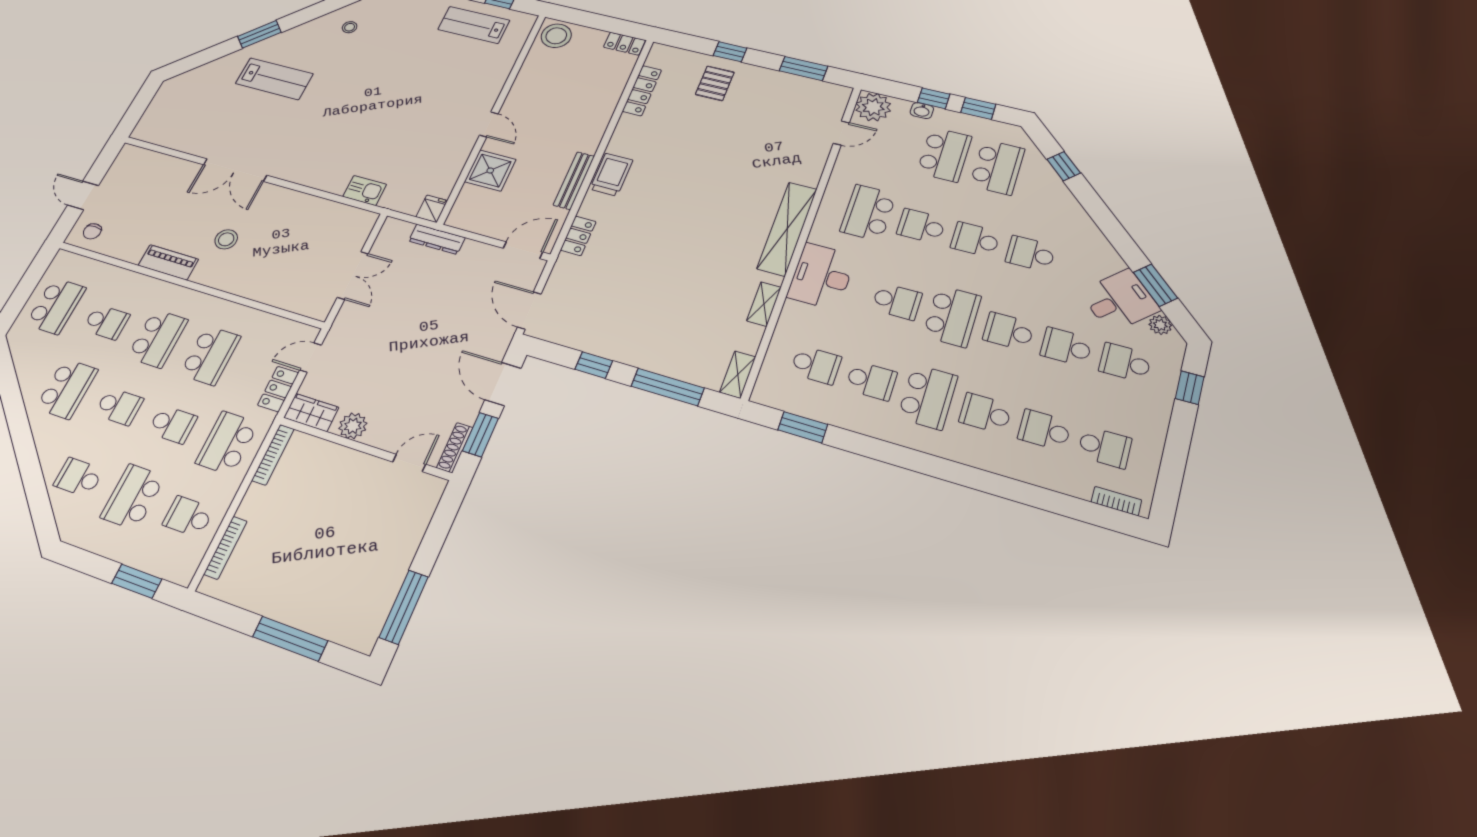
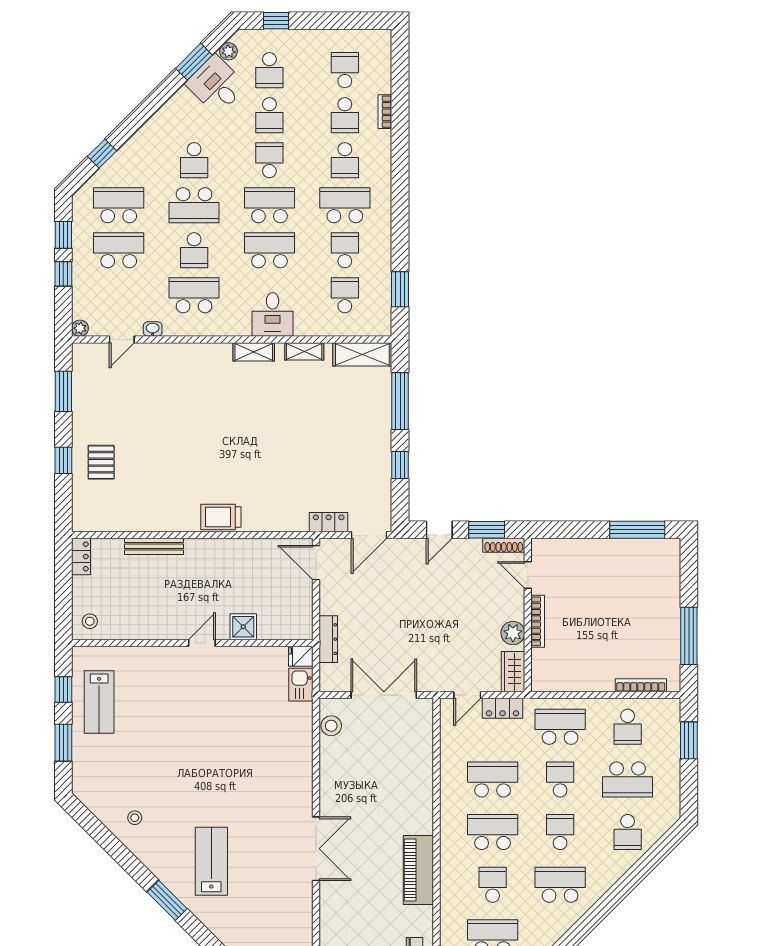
stool: (556, 36) -> (90, 621), width x0.53, depth x0.53
pallet: (715, 83) -> (101, 462), turned 90
locker: (642, 91) -> (127, 523), removed
plant: (873, 107) -> (80, 328), width x0.53, depth x0.53
washbasin: (922, 111) -> (153, 329), moved, turned -90
door: (841, 133) -> (122, 340), swing flipped
shower: (490, 171) -> (243, 627), width x0.73, depth x0.73
bench: (574, 181) -> (154, 546), moved
kitchen sink: (365, 190) -> (301, 685), moved
school desk: (868, 213) -> (194, 295), turned 180
shelving: (787, 229) -> (254, 352), width x0.45, depth x0.75
locker: (578, 236) -> (329, 522), moved
stool: (226, 239) -> (331, 726), moved
school desk: (975, 240) -> (194, 205), width x1.85
piano: (168, 262) -> (418, 870), width x1.37, depth x1.33
double door: (353, 275) -> (384, 695), width x1.37
desk: (821, 276) -> (273, 315), width x0.73
school desk: (897, 301) -> (269, 250), width x1.85
school desk: (1009, 331) -> (269, 160), turned 180
door: (311, 358) -> (467, 695), hinge flipped
shelving: (738, 375) -> (362, 354), width x1.50, depth x1.33
door: (503, 384) -> (439, 530), width x0.73
school desk: (227, 443) -> (560, 727), turned 180
bookcase: (273, 455) -> (538, 621), moved, turned 90
bookcase: (1116, 501) -> (385, 112), moved
window: (290, 639) -> (689, 636), moved

